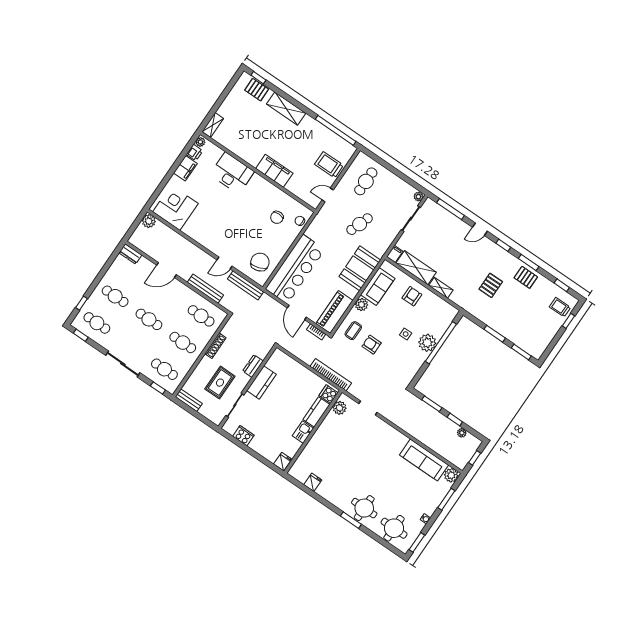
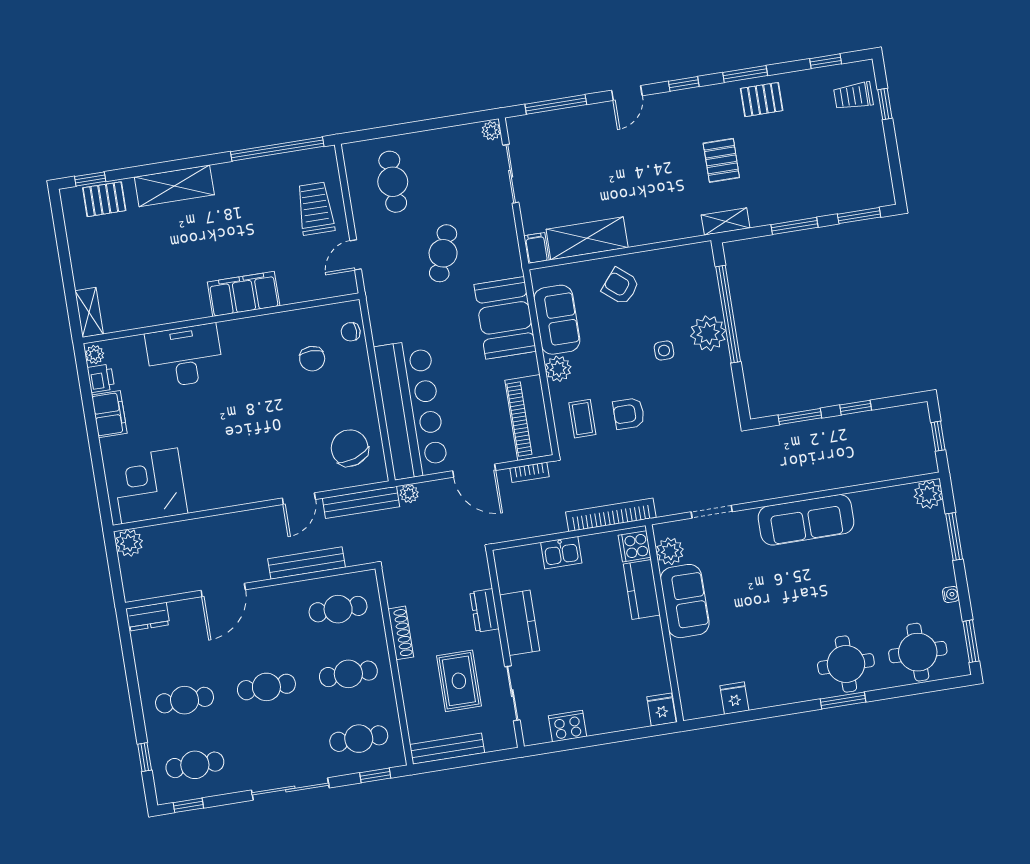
trolley: (329, 165) -> (315, 209), turned 90
shelving: (441, 288) -> (726, 222), moved
armchair: (412, 296) -> (621, 286), turned -50
bench: (189, 400) -> (447, 749), width x1.36
sofa: (328, 431) -> (685, 601), added
kitchen sink: (303, 432) -> (561, 553), moved, turned -90
plant: (462, 433) -> (409, 494), moved
sofa: (424, 460) -> (806, 520), moved

